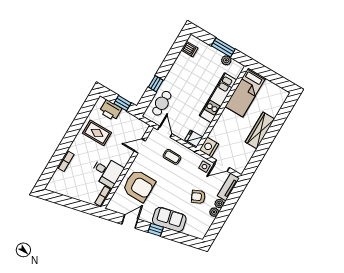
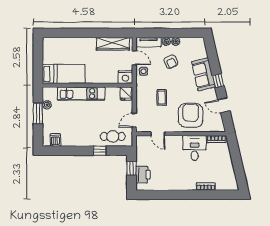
wardrobe: (260, 131) -> (113, 44), moved
rug: (97, 133) -> (168, 175), removed
coffee table: (172, 157) -> (162, 98), moved

